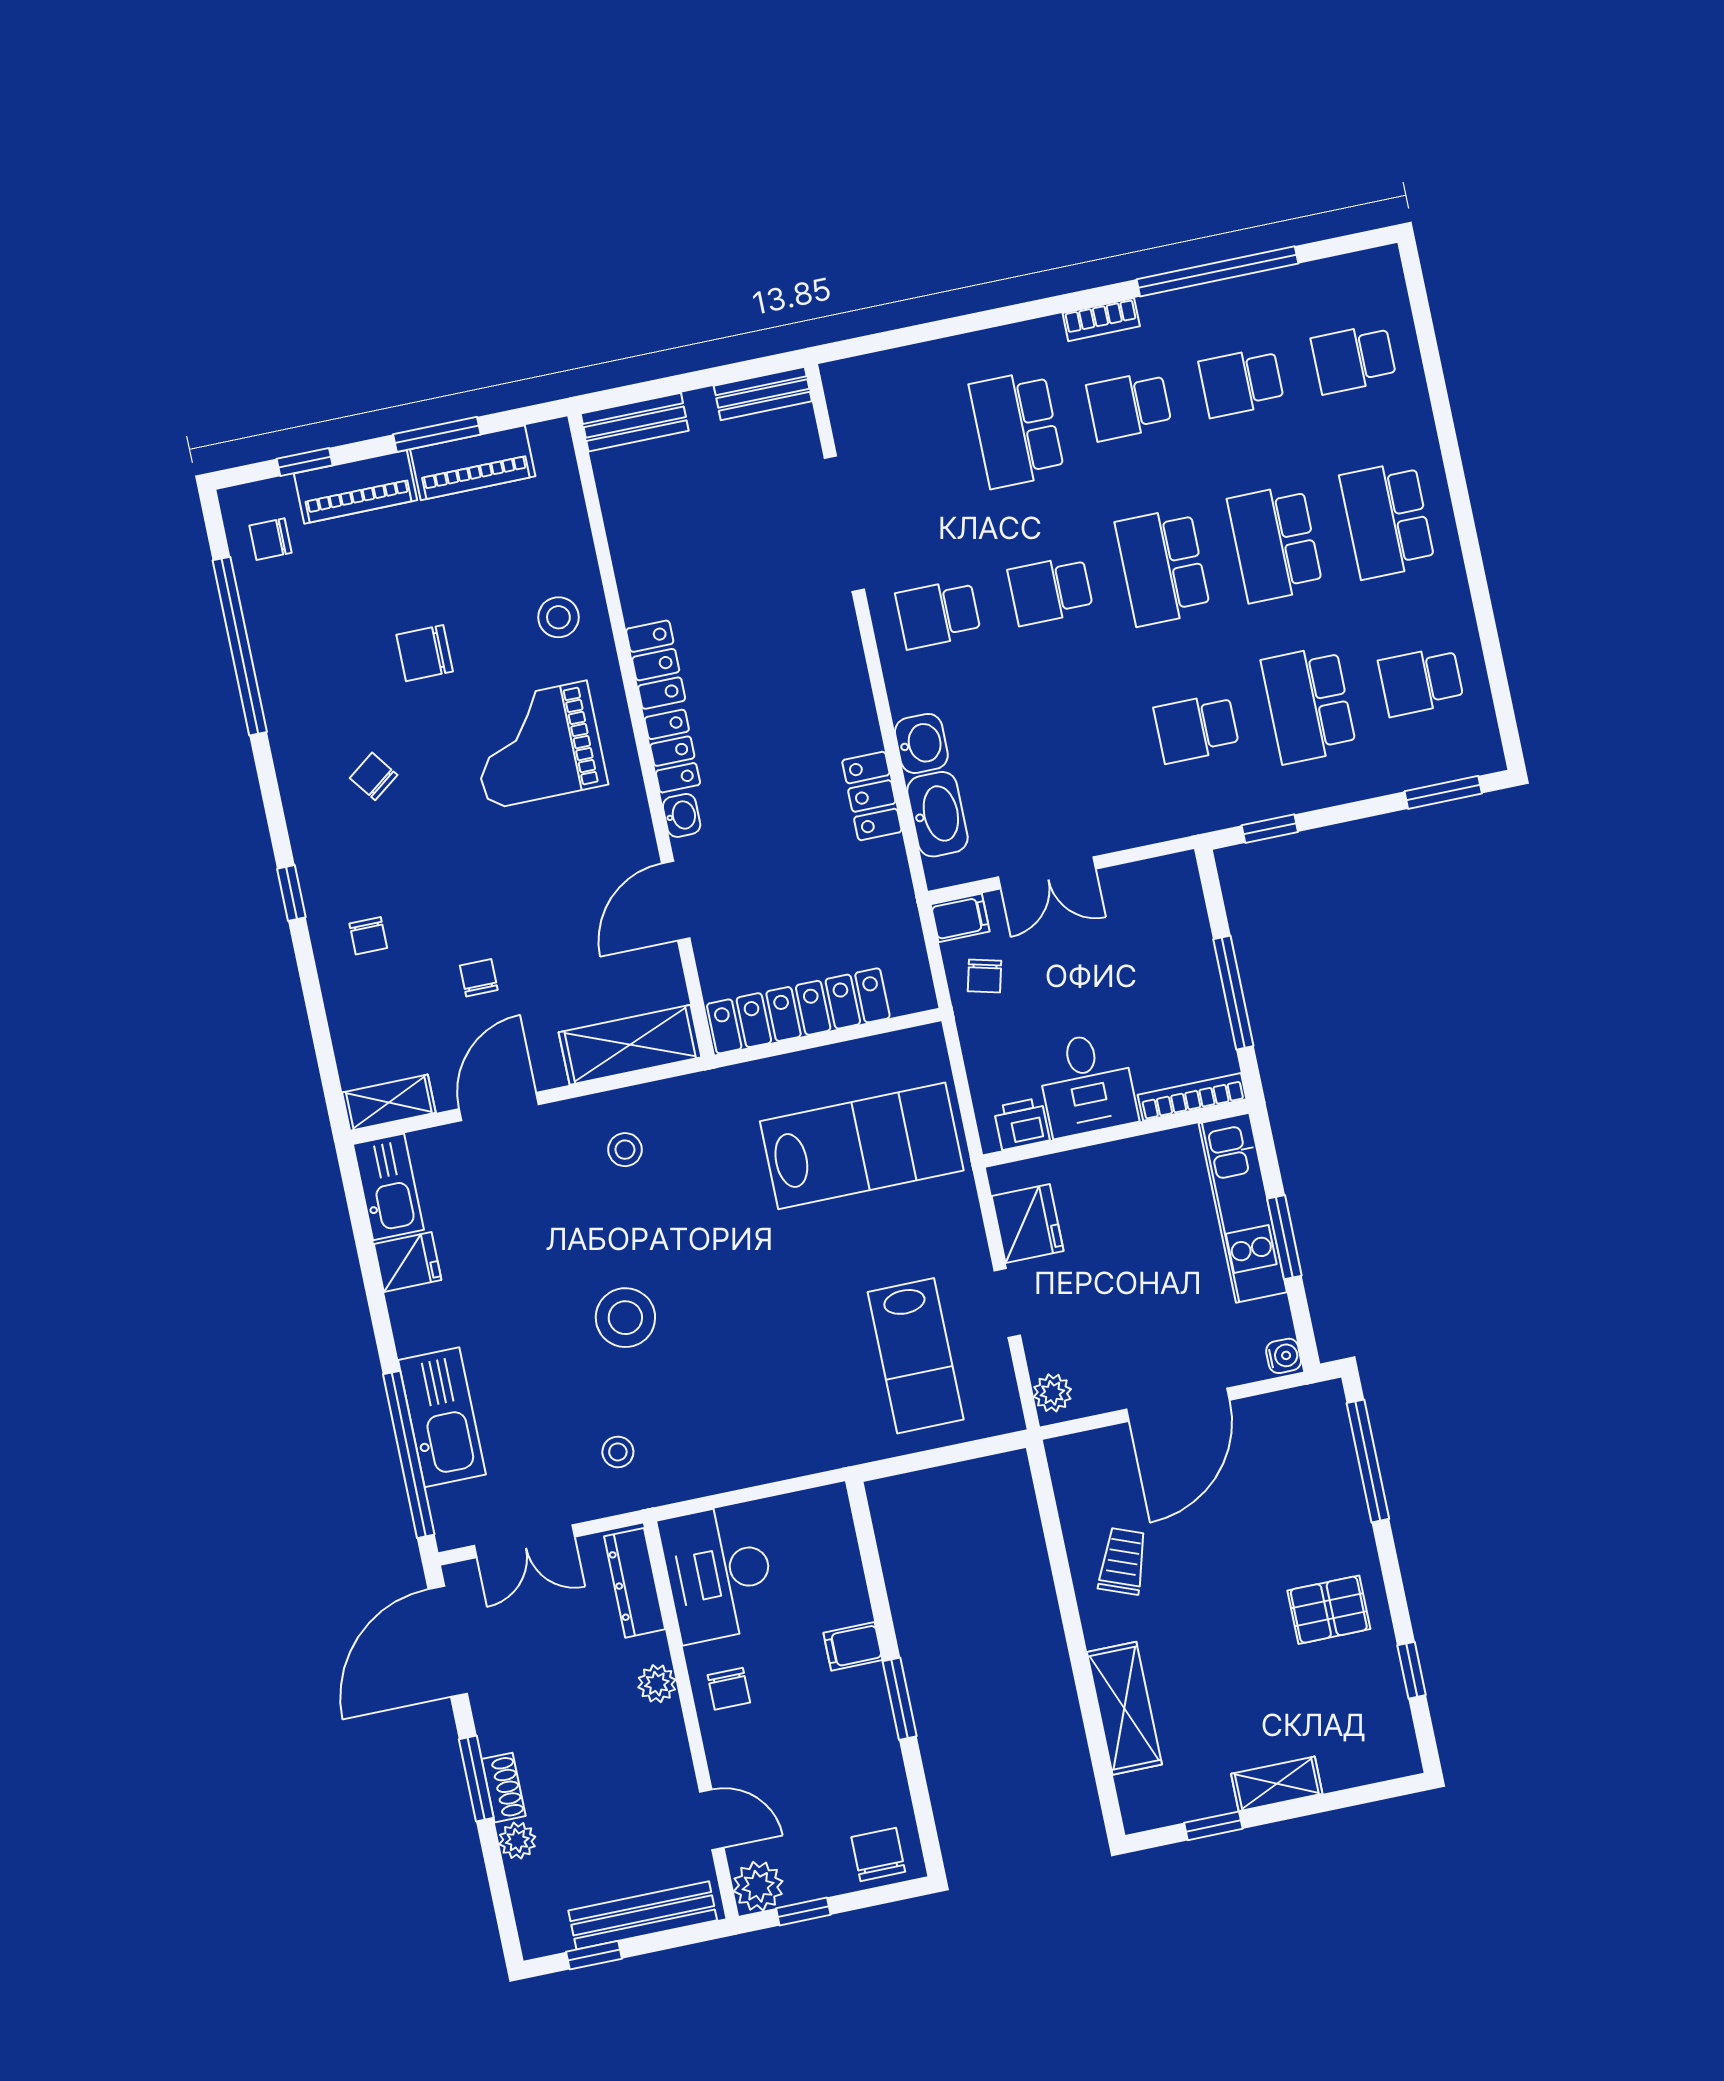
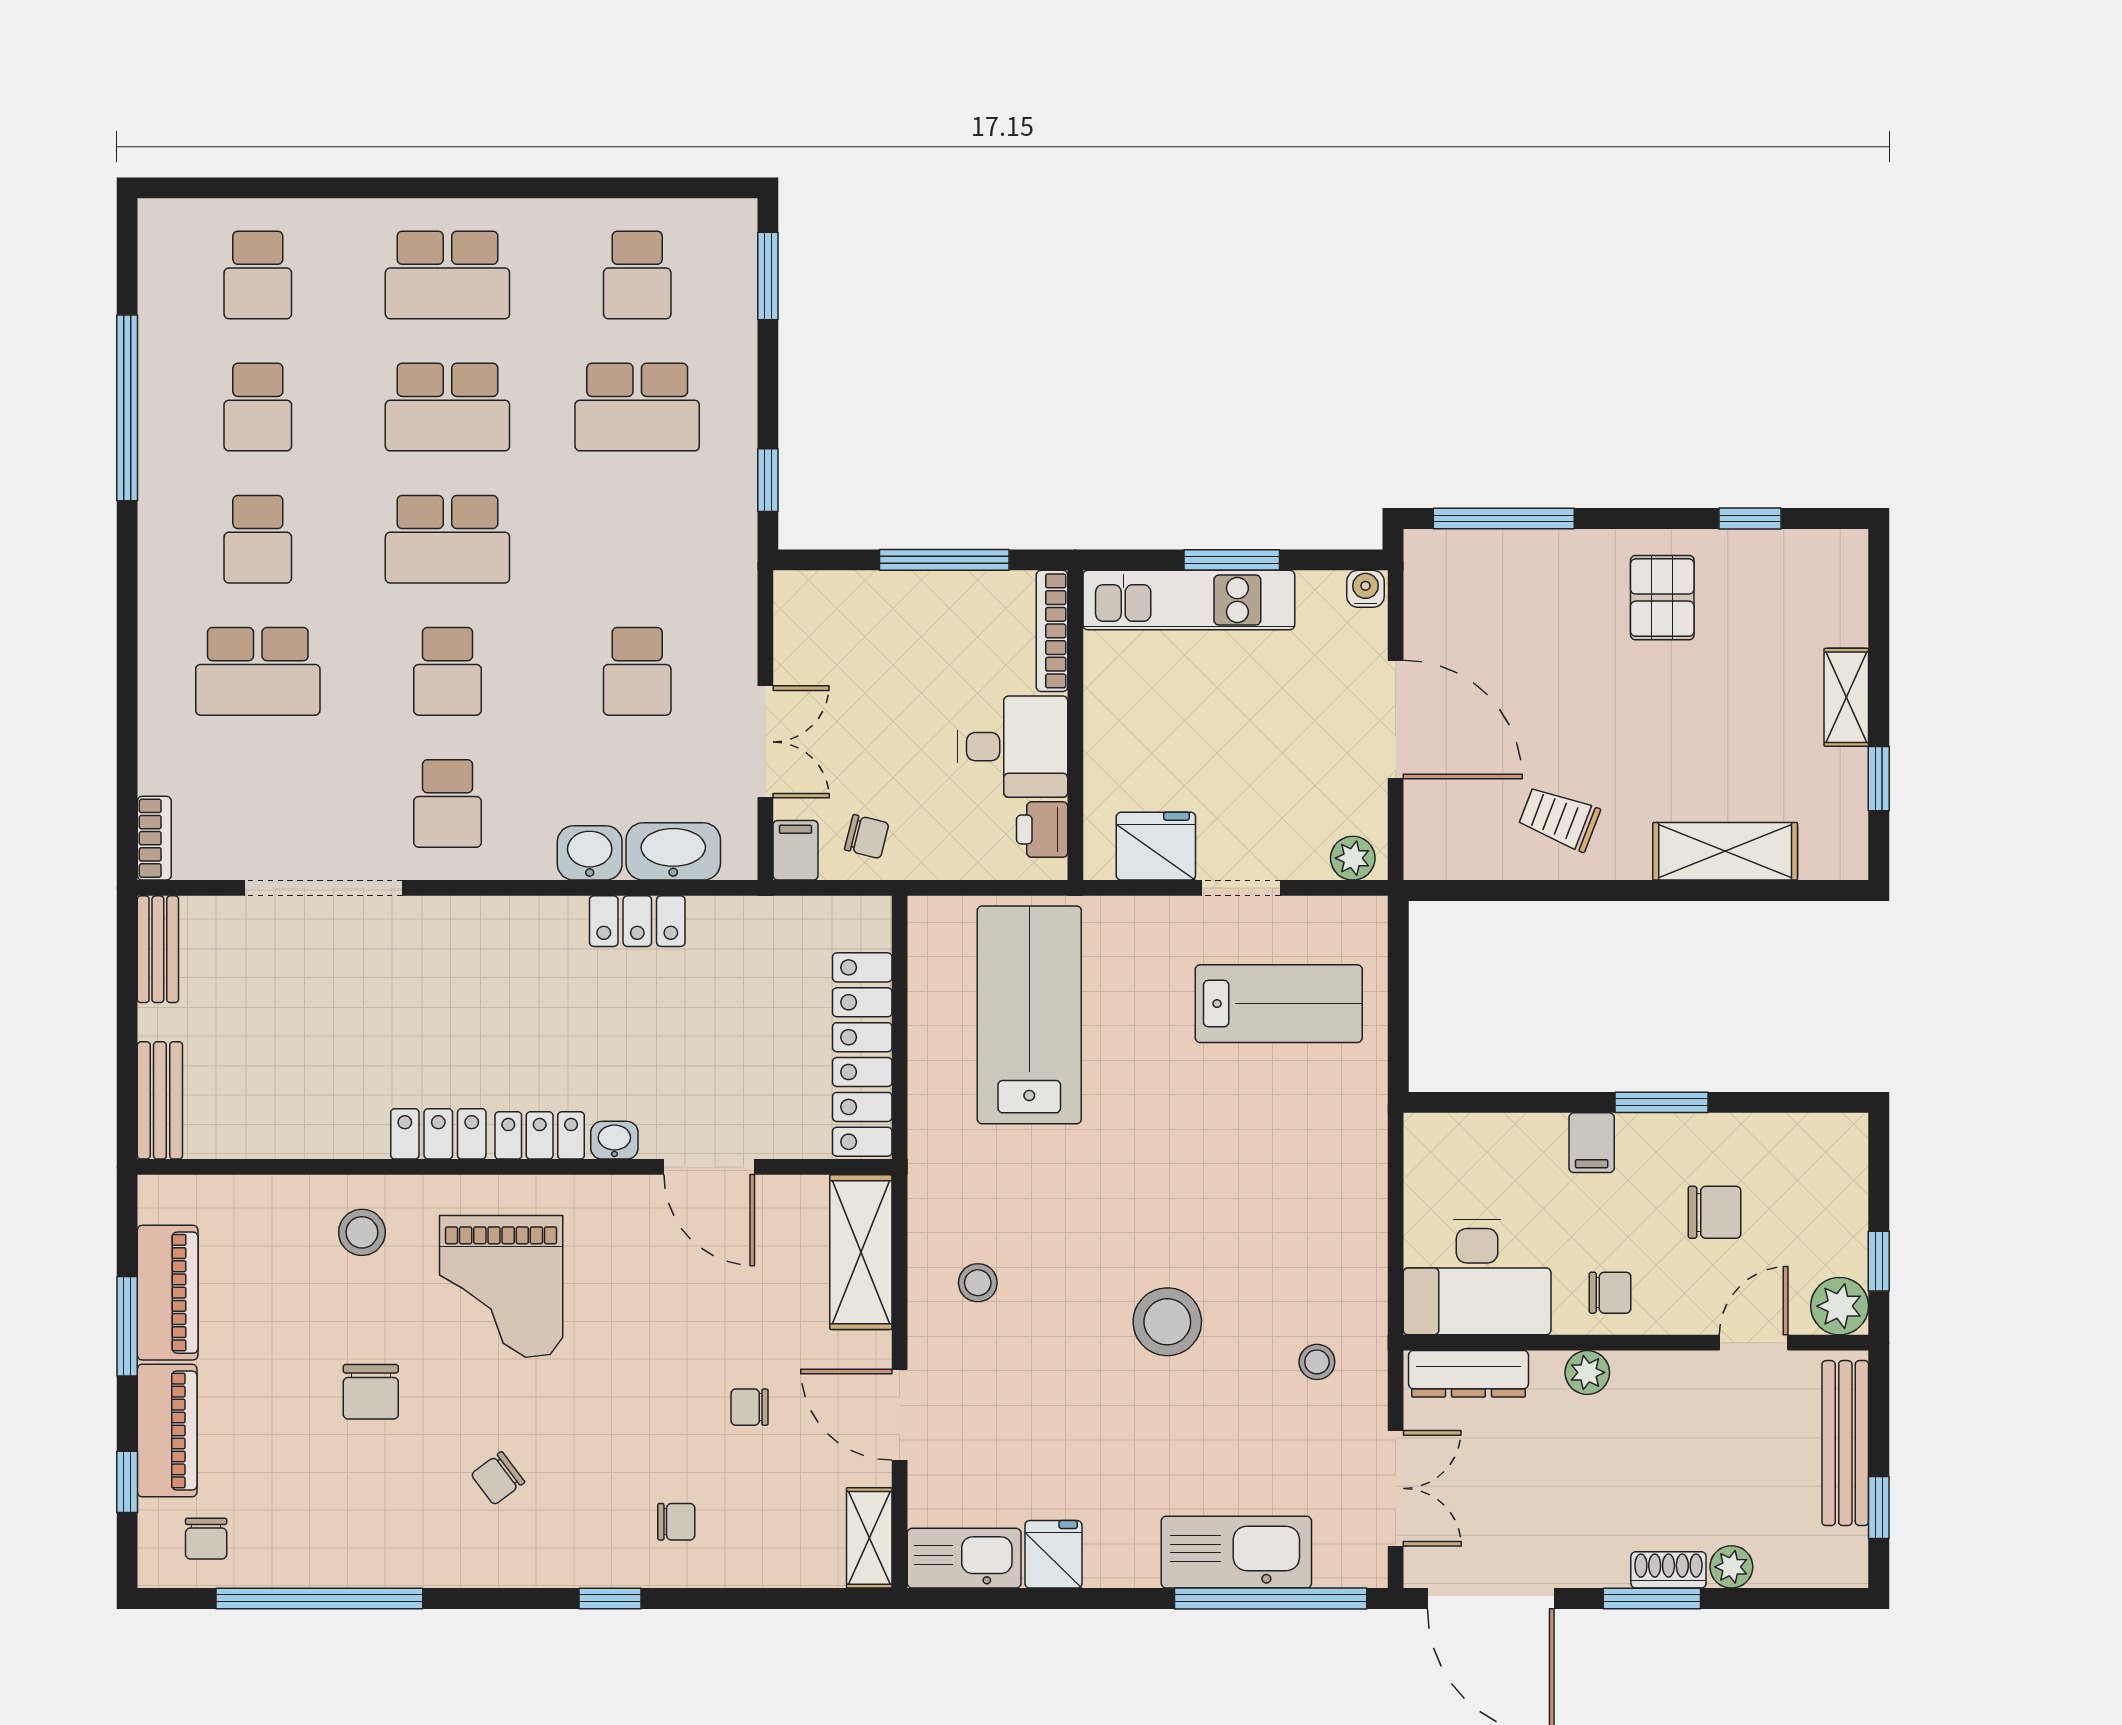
bookcase: (1101, 320) -> (154, 838), moved
school desk: (1196, 728) -> (637, 671), moved
chair: (878, 1854) -> (1715, 1212), moved, turned 180

